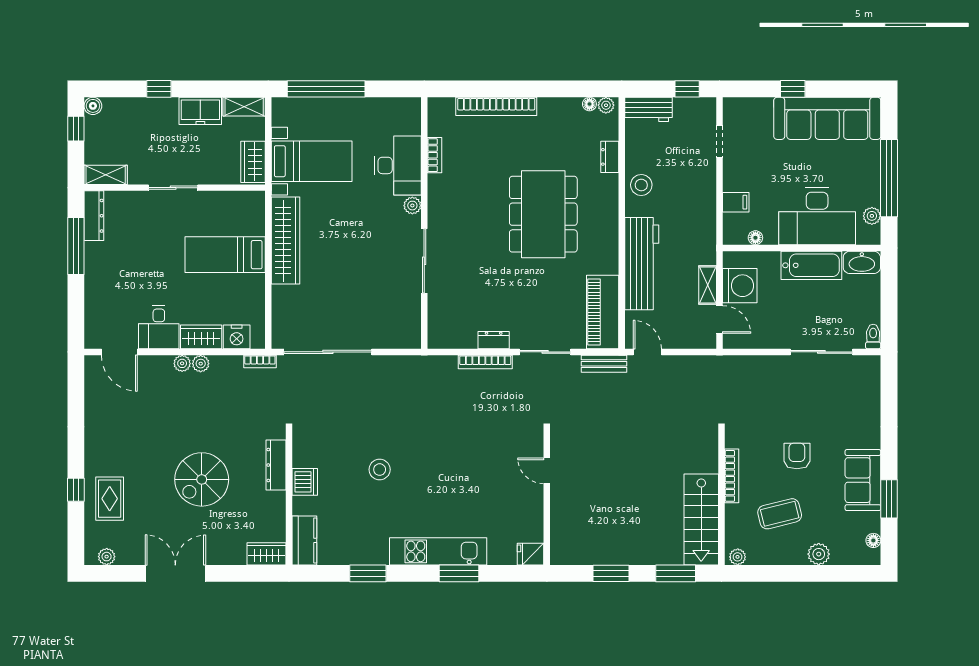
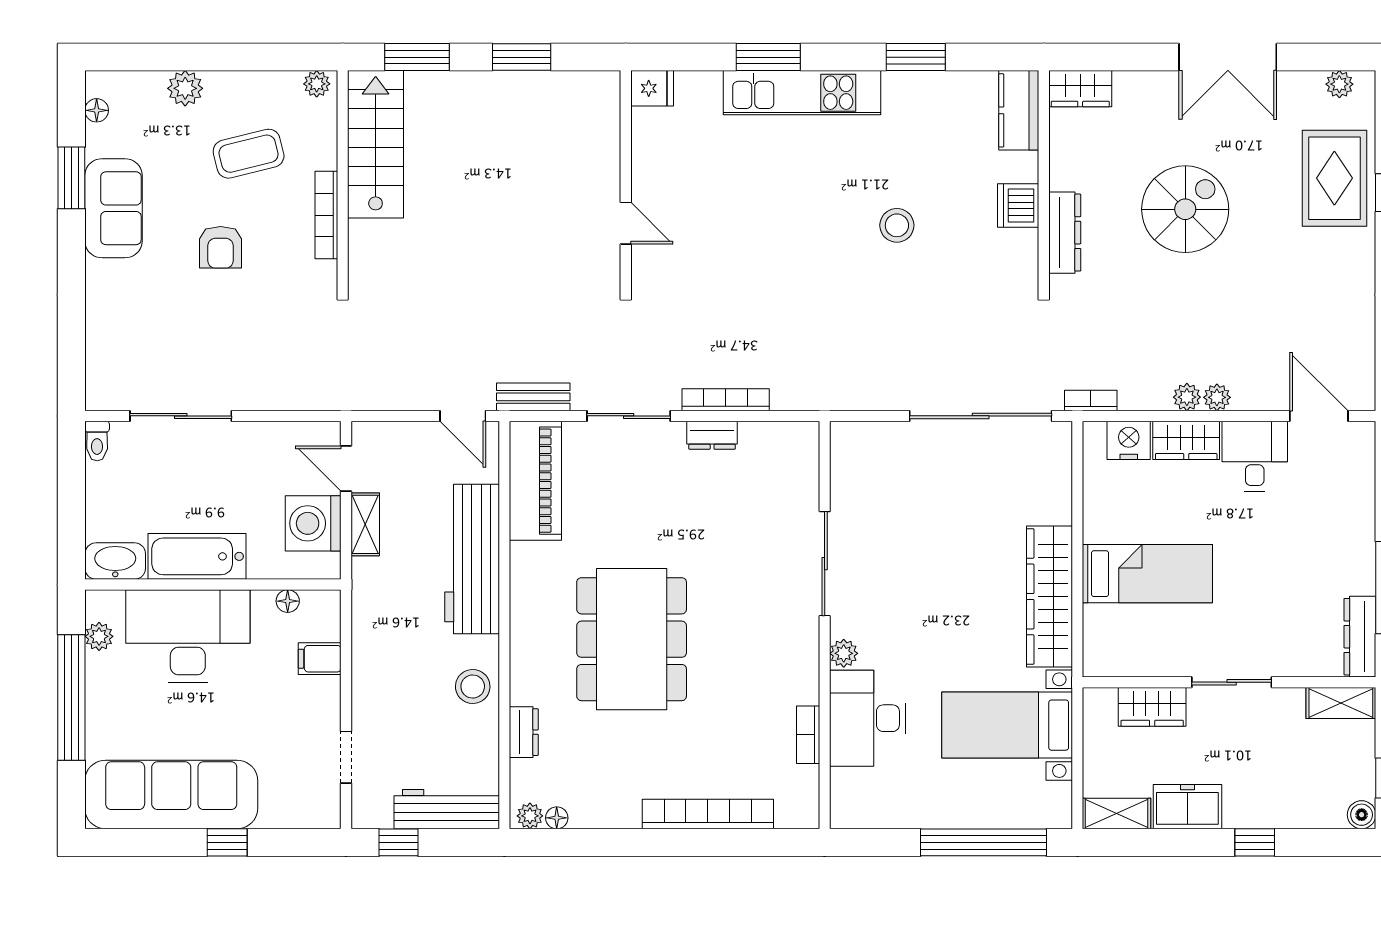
workbench: (648, 109) -> (447, 809), width x1.38
wardrobe: (253, 162) -> (1152, 707), moved, turned 90
rug: (110, 499) -> (1334, 178), width x1.36, depth x1.43

